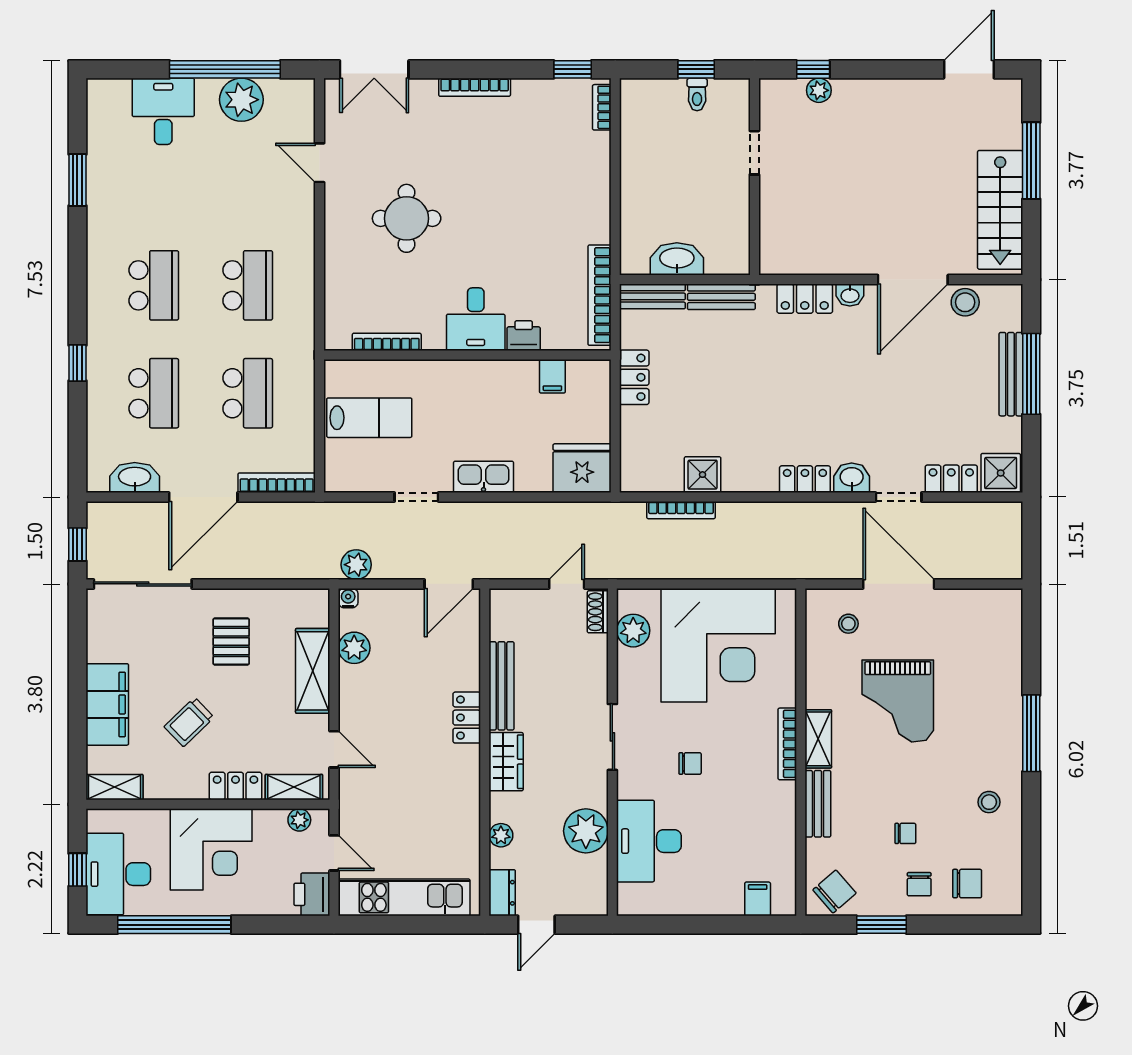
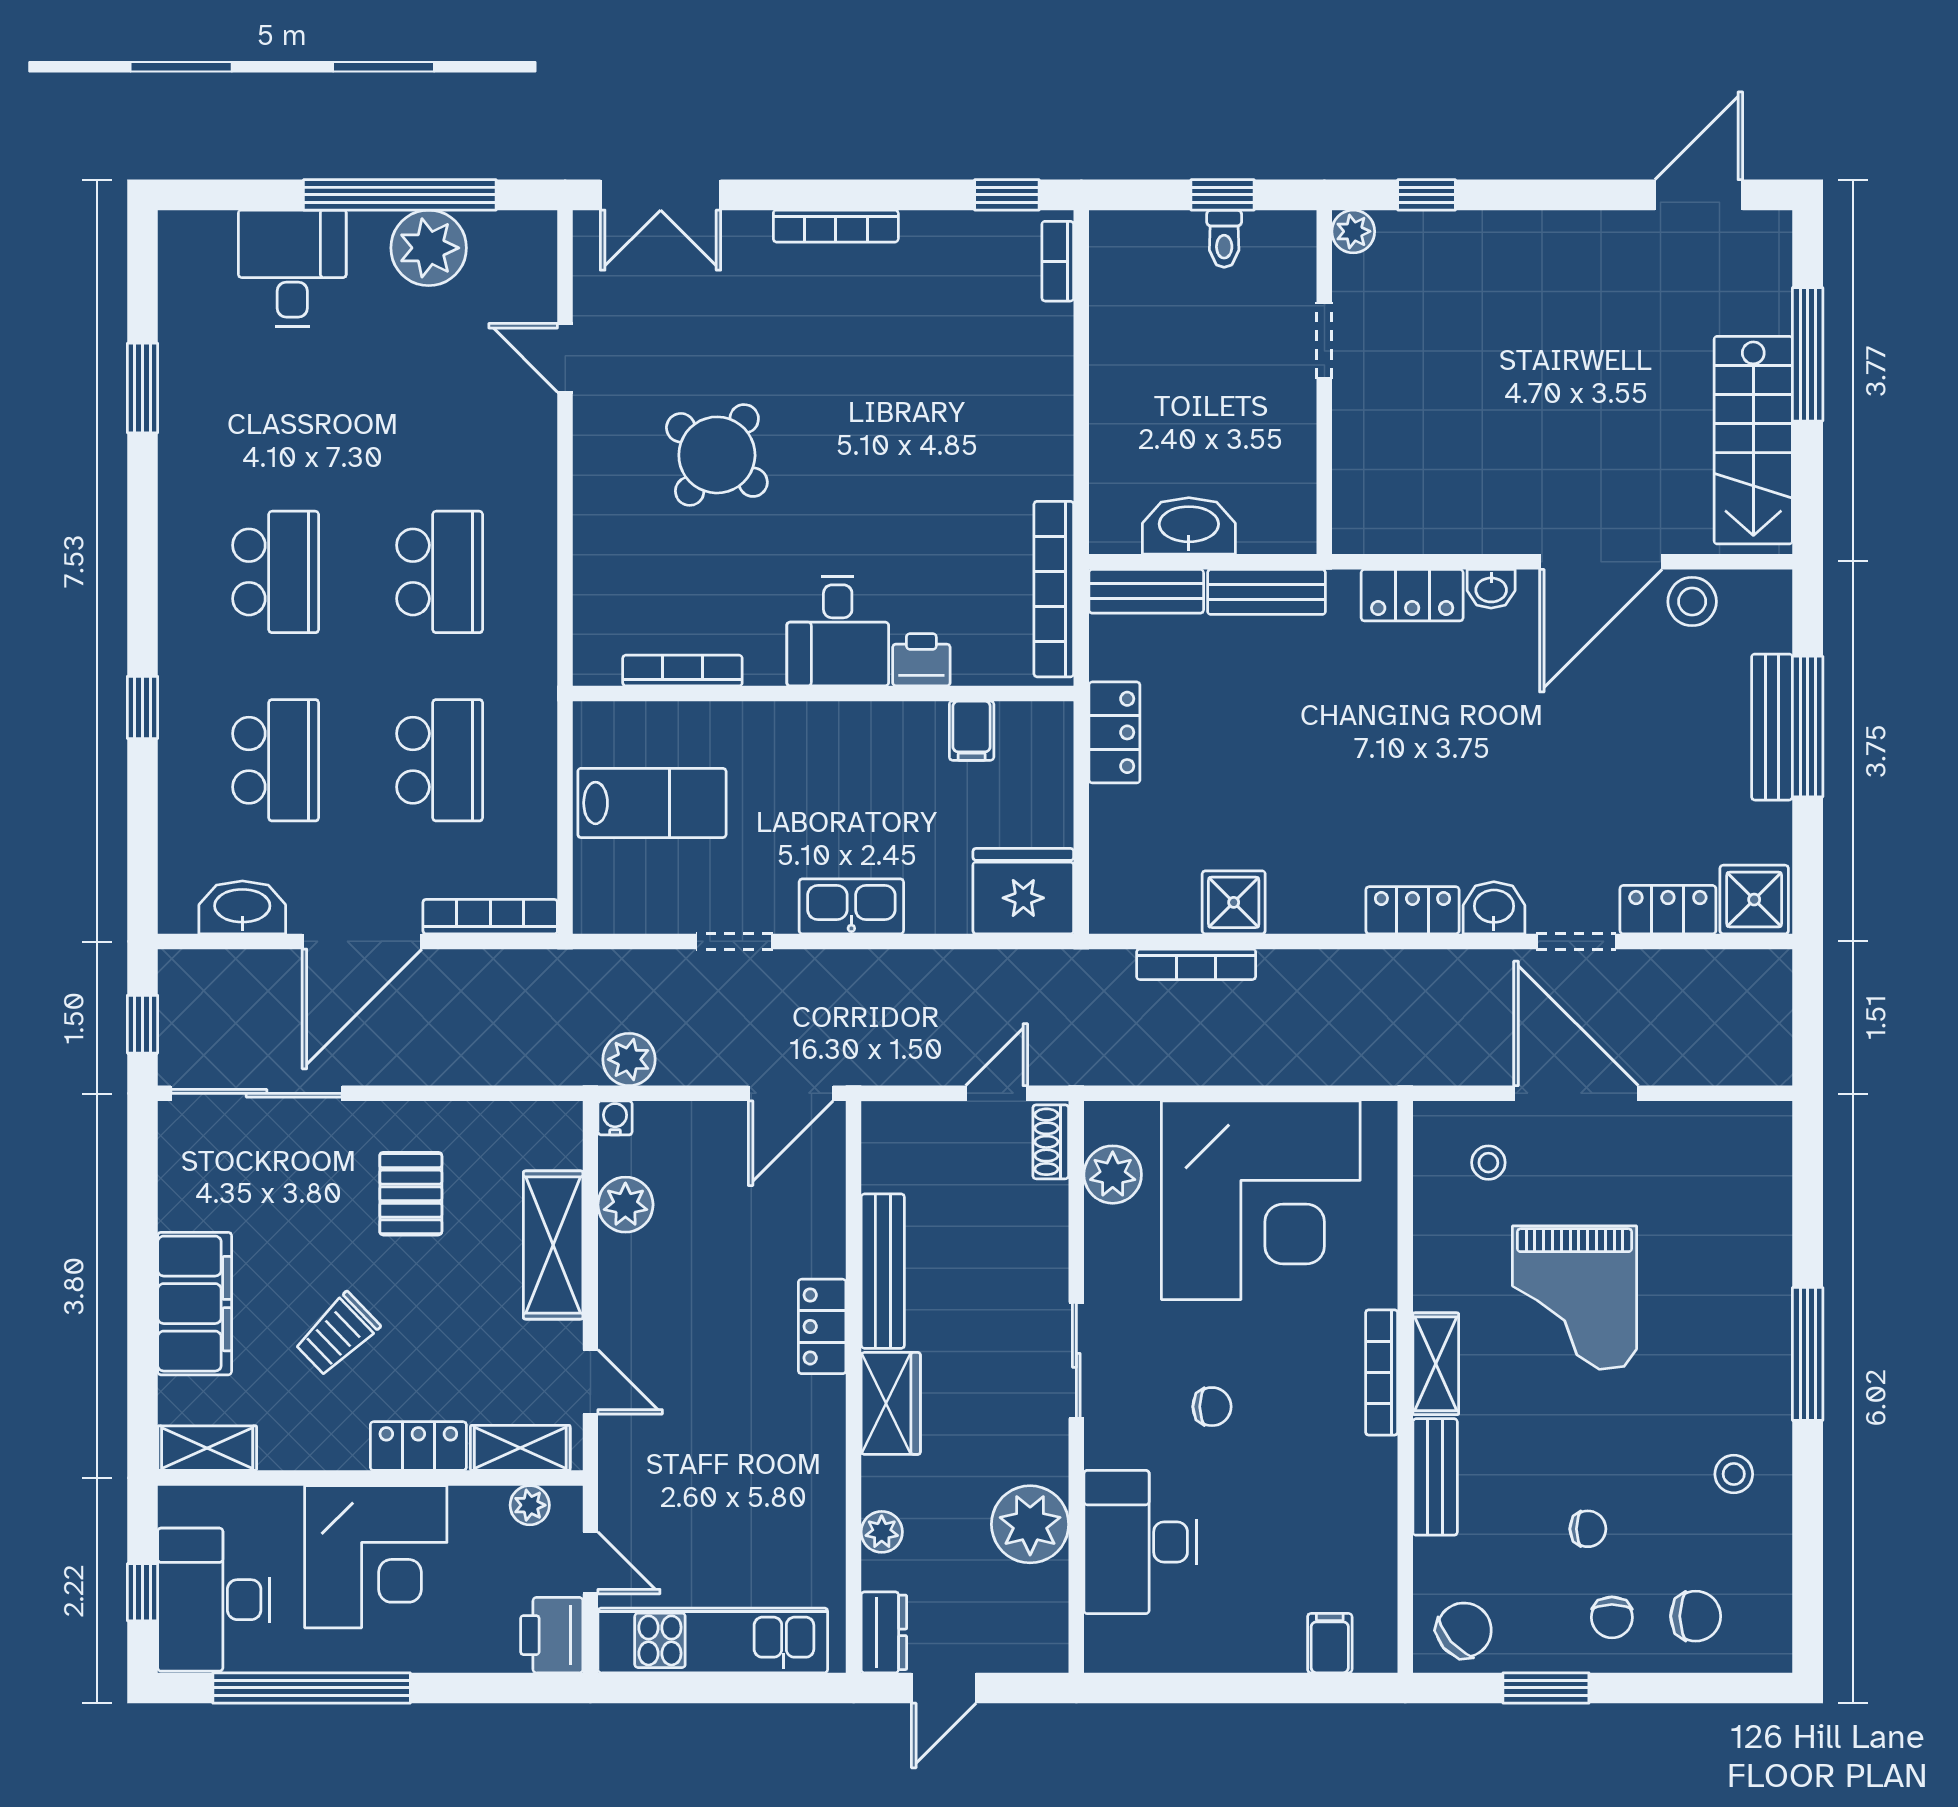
plant: (819, 90) -> (1353, 231), moved
round table: (407, 218) -> (717, 455), turned 37

